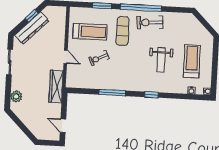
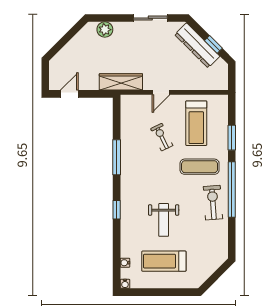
weight bench: (161, 60) -> (164, 220), turned -90
treadmill: (192, 61) -> (164, 261), turned 180

